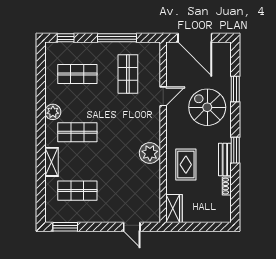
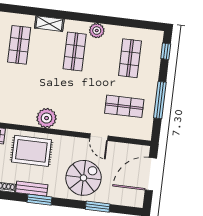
rug: (186, 165) -> (31, 151), width x1.36, depth x1.43

